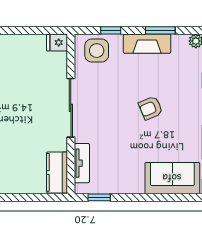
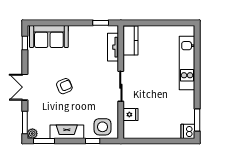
window: (160, 30) -> (44, 141), moved
fridge: (57, 43) -> (131, 115), moved
sliding door: (71, 108) -> (121, 86), width x0.73

